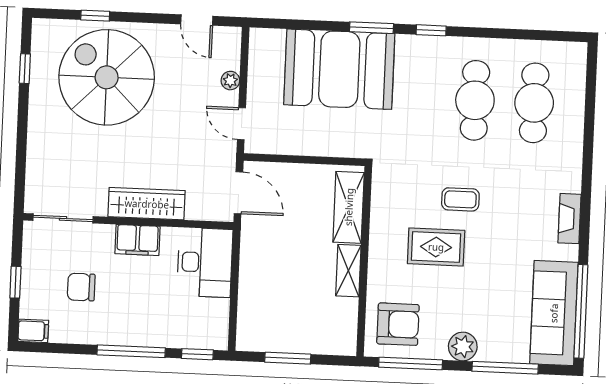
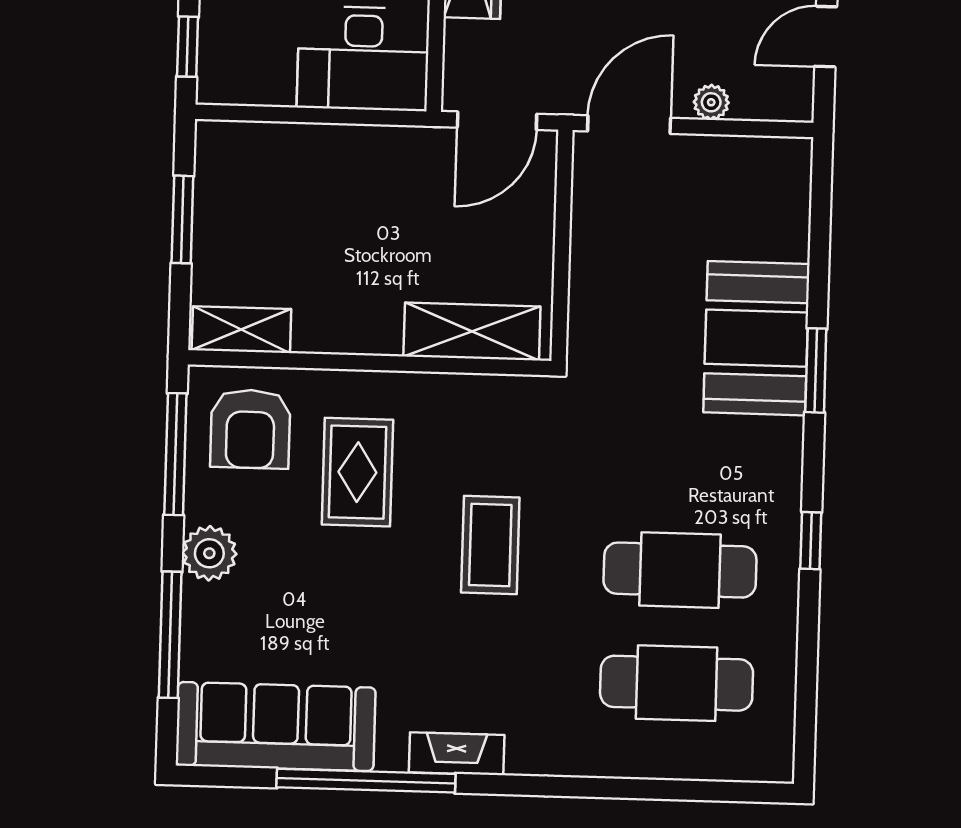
window: (431, 30) -> (811, 541), moved
booth: (339, 69) -> (756, 338), width x0.73, depth x0.70
door: (241, 124) -> (629, 125), width x1.38
coffee table: (460, 199) -> (490, 545), width x1.36, depth x1.30
rug: (436, 247) -> (357, 472), moved
shelving: (348, 271) -> (241, 330), moved
window: (581, 311) -> (366, 781), moved

